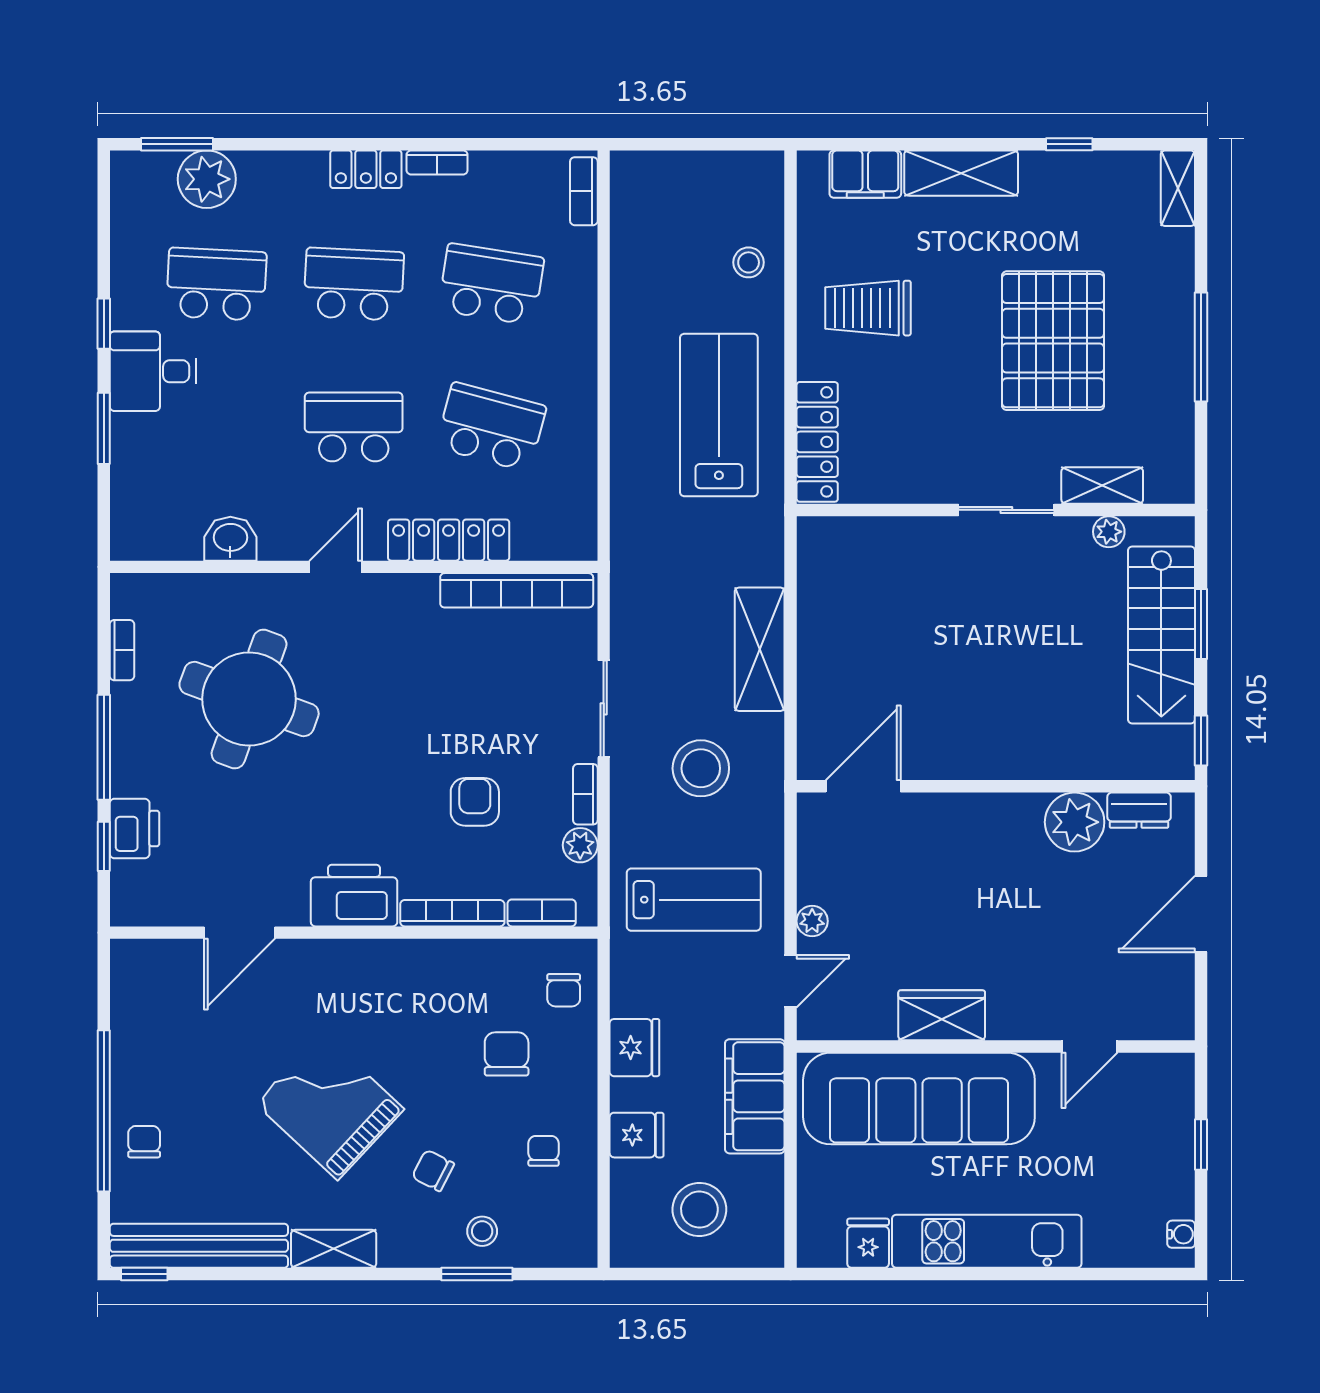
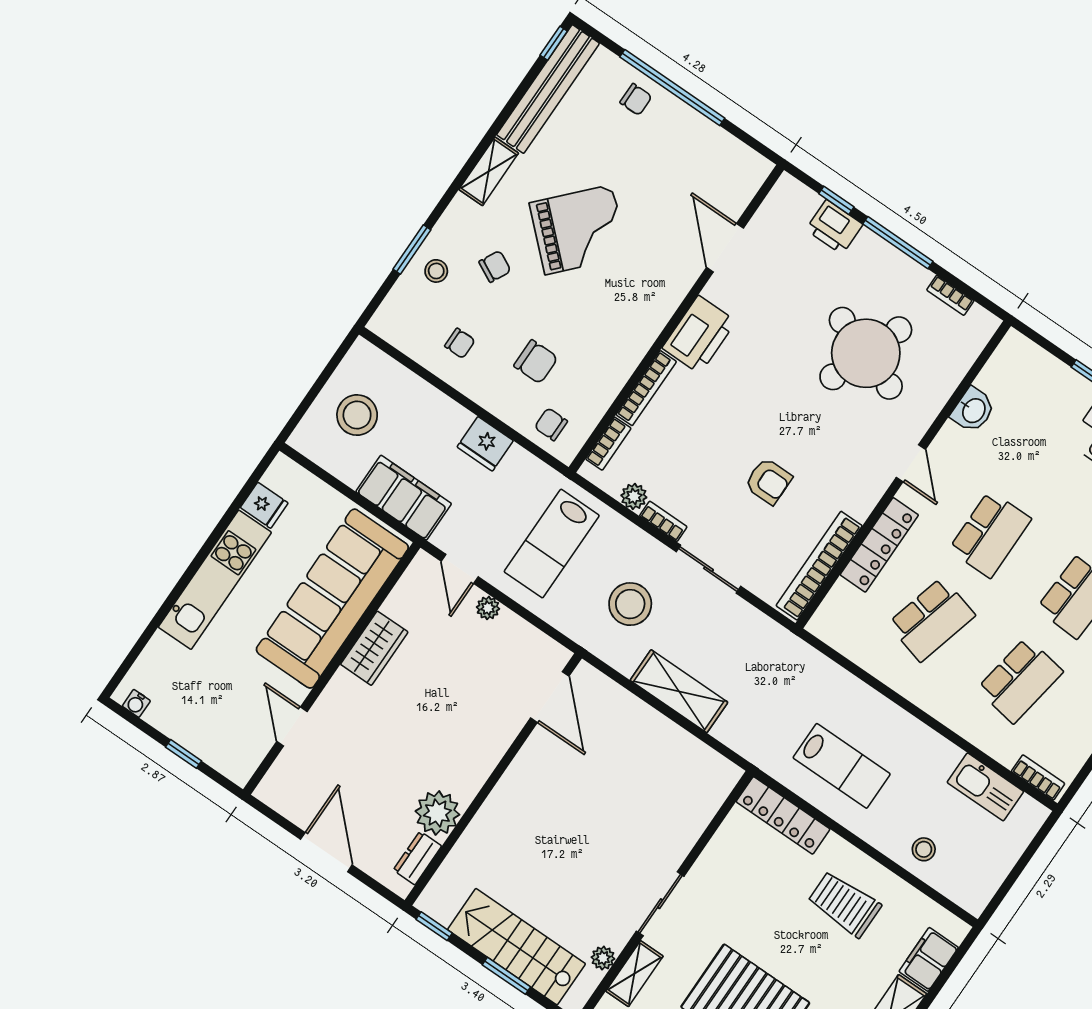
kitchen sink: (634, 242) -> (985, 787), added
trolley: (868, 308) -> (844, 904), turned -90
lab bench: (719, 415) -> (842, 766), width x0.73, depth x0.72
armchair: (475, 802) -> (768, 481), moved
fridge: (637, 1135) -> (430, 408), removed

